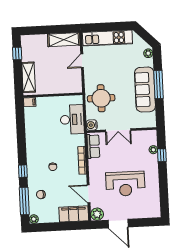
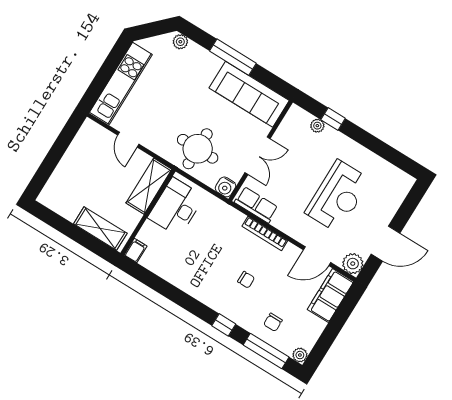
shelving: (64, 40) -> (149, 186), moved
window: (17, 53) -> (57, 222), removed
sofa: (145, 90) -> (249, 94), moved
desk: (72, 120) -> (176, 207), moved, turned -90

